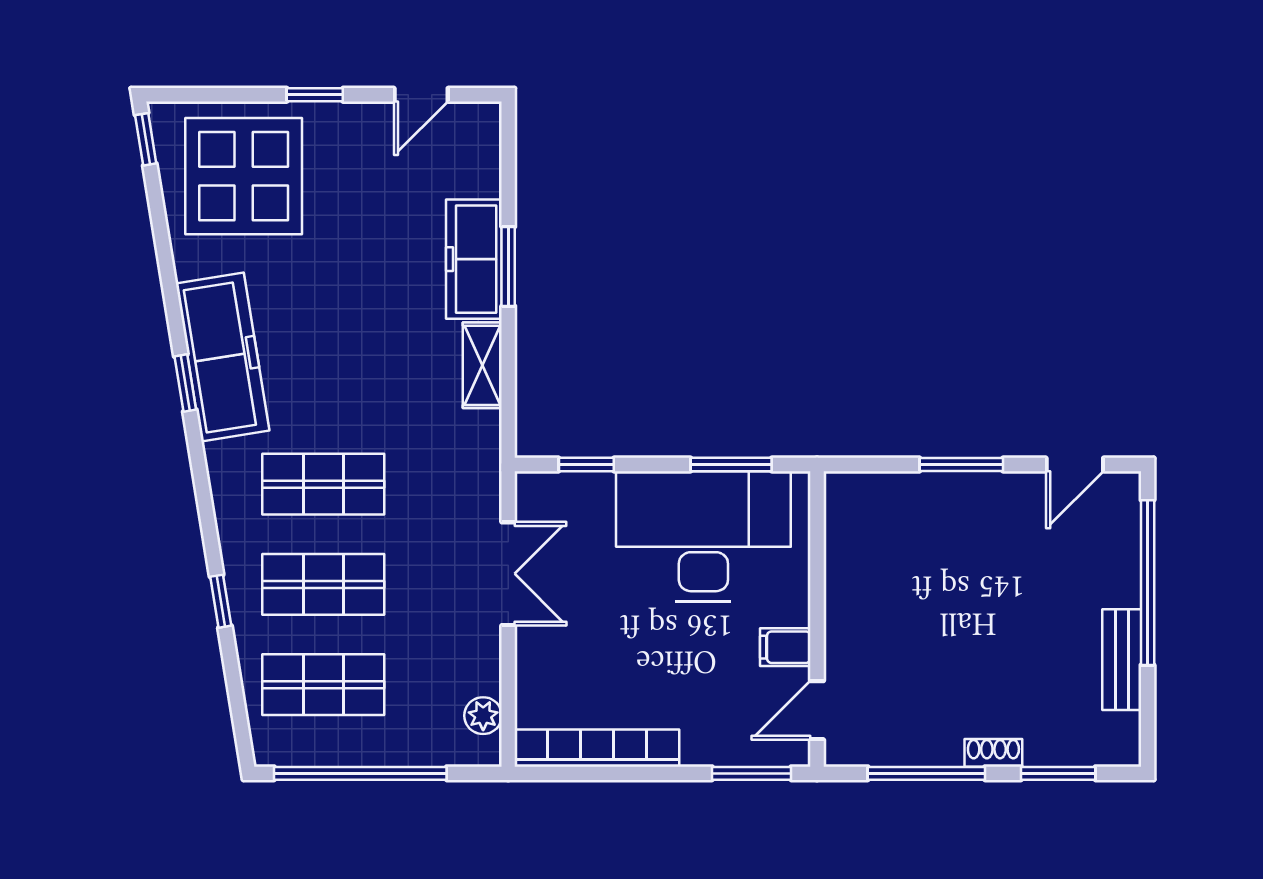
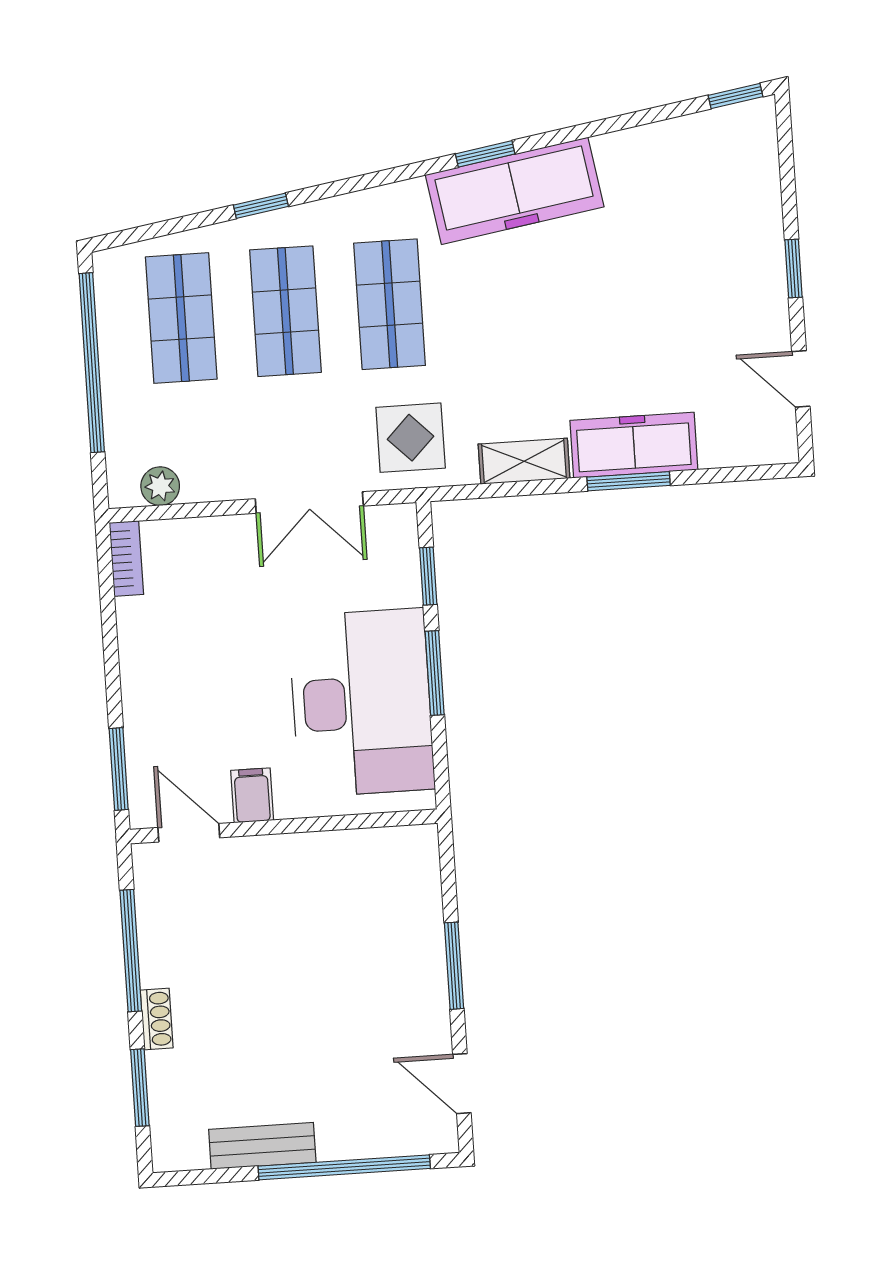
display table: (244, 176) -> (411, 438), moved, width x0.54, depth x0.54
window: (731, 464) -> (435, 673), moved
bookcase: (597, 748) -> (126, 559), width x0.43, depth x0.76

